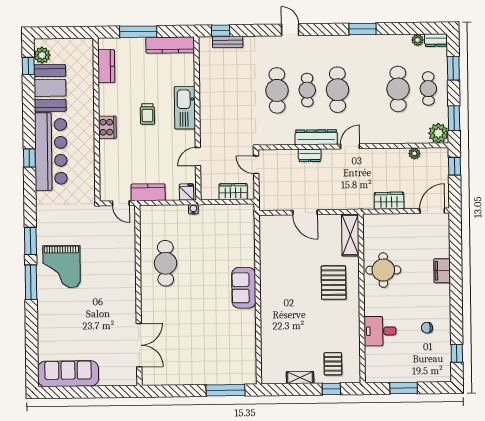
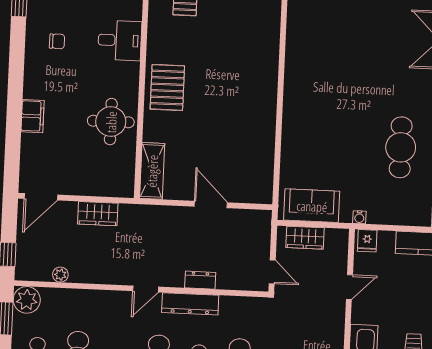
pallet: (334, 283) -> (167, 87), moved
sofa: (244, 288) -> (312, 206), moved, turned -90

